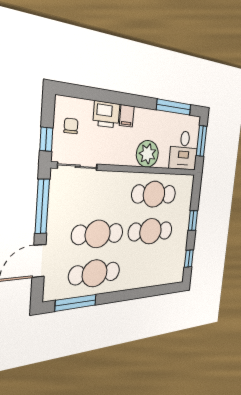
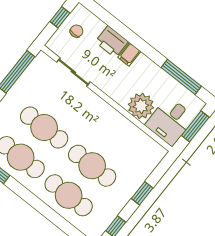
window: (46, 139) -> (60, 17), moved
plant: (147, 154) -> (141, 106), moved
sliding door: (78, 166) -> (73, 72), moved
cafe table: (154, 194) -> (69, 195), moved

